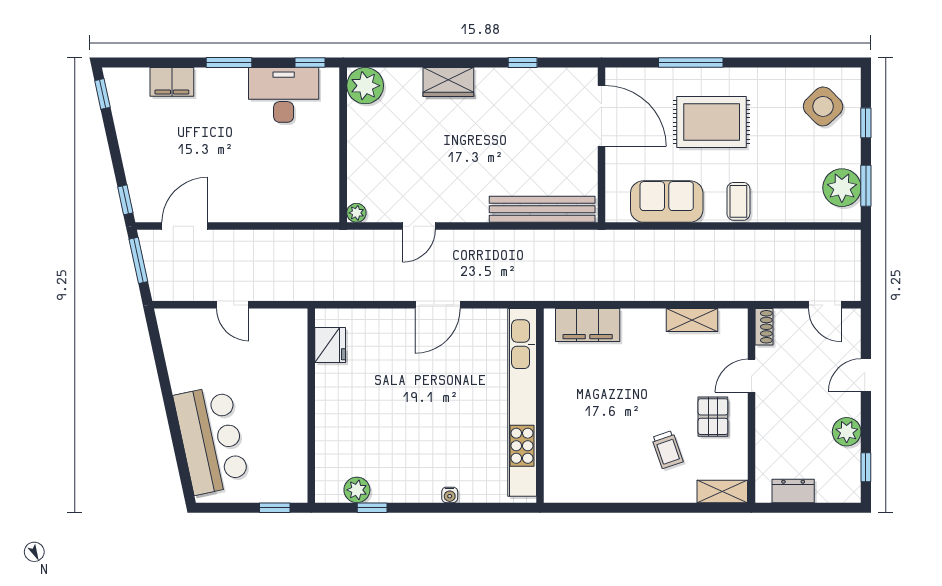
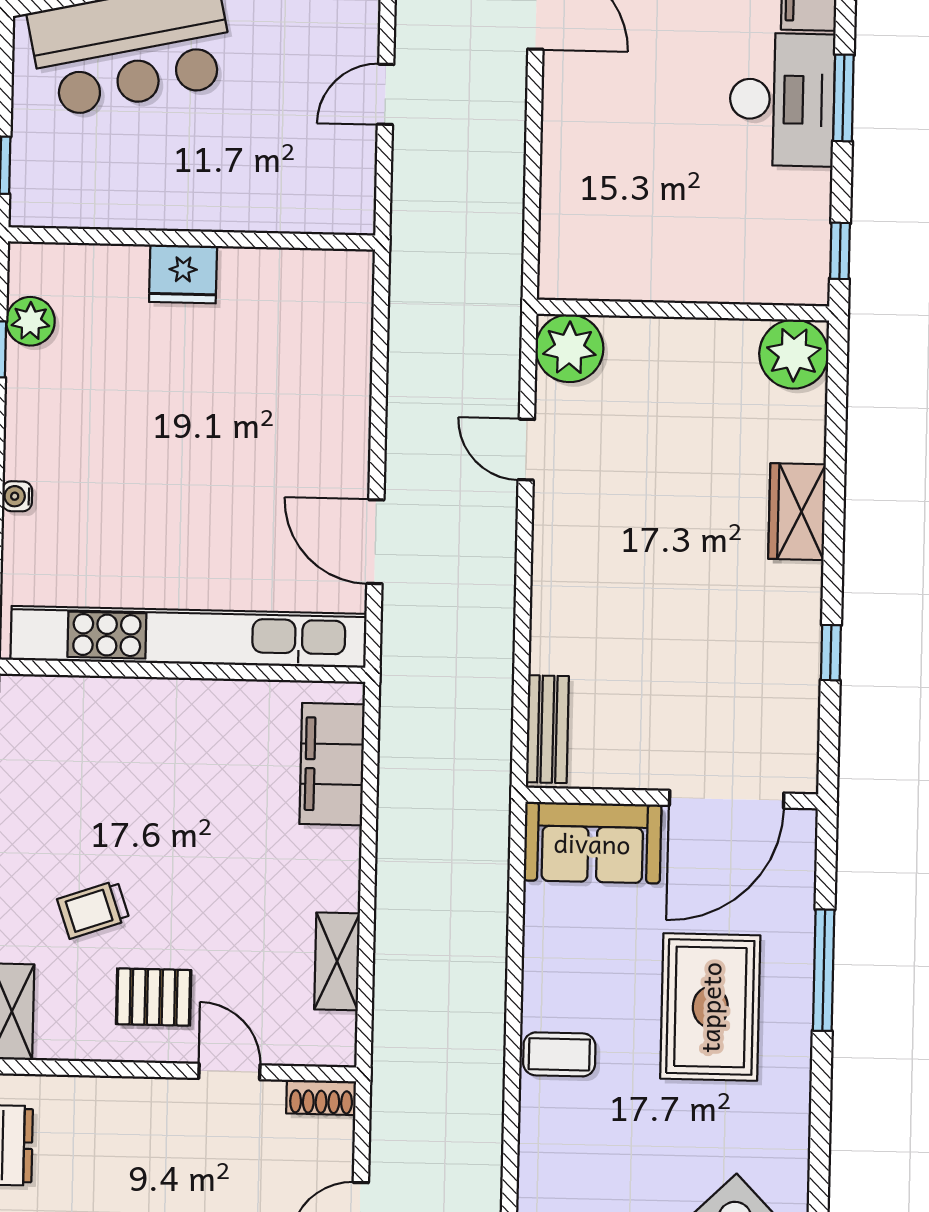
desk: (284, 95) -> (782, 99), moved
sofa: (667, 202) -> (592, 843), moved, turned 90
bench: (542, 209) -> (547, 729), width x0.54, depth x0.82
plant: (356, 213) -> (569, 348), width x1.88, depth x1.88
door: (438, 305) -> (375, 542), moved
fridge: (330, 345) -> (183, 274), moved

